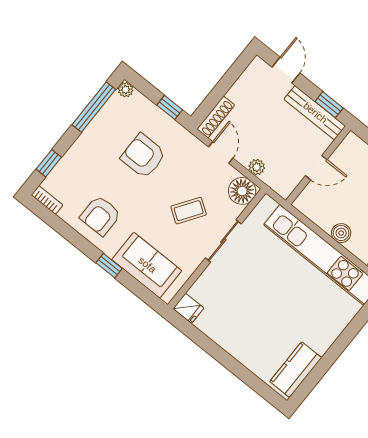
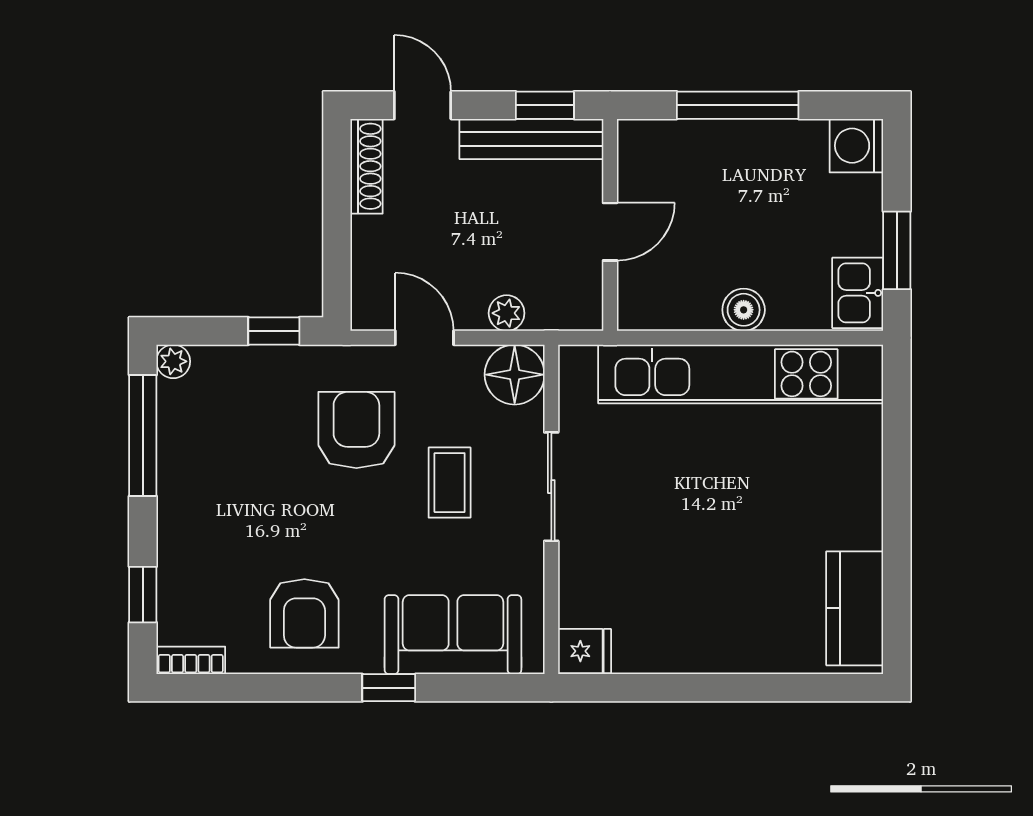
shoe rack: (216, 117) -> (367, 166), moved
armchair: (143, 156) -> (356, 430), moved, turned 90
coffee table: (189, 211) -> (450, 483), turned -34

